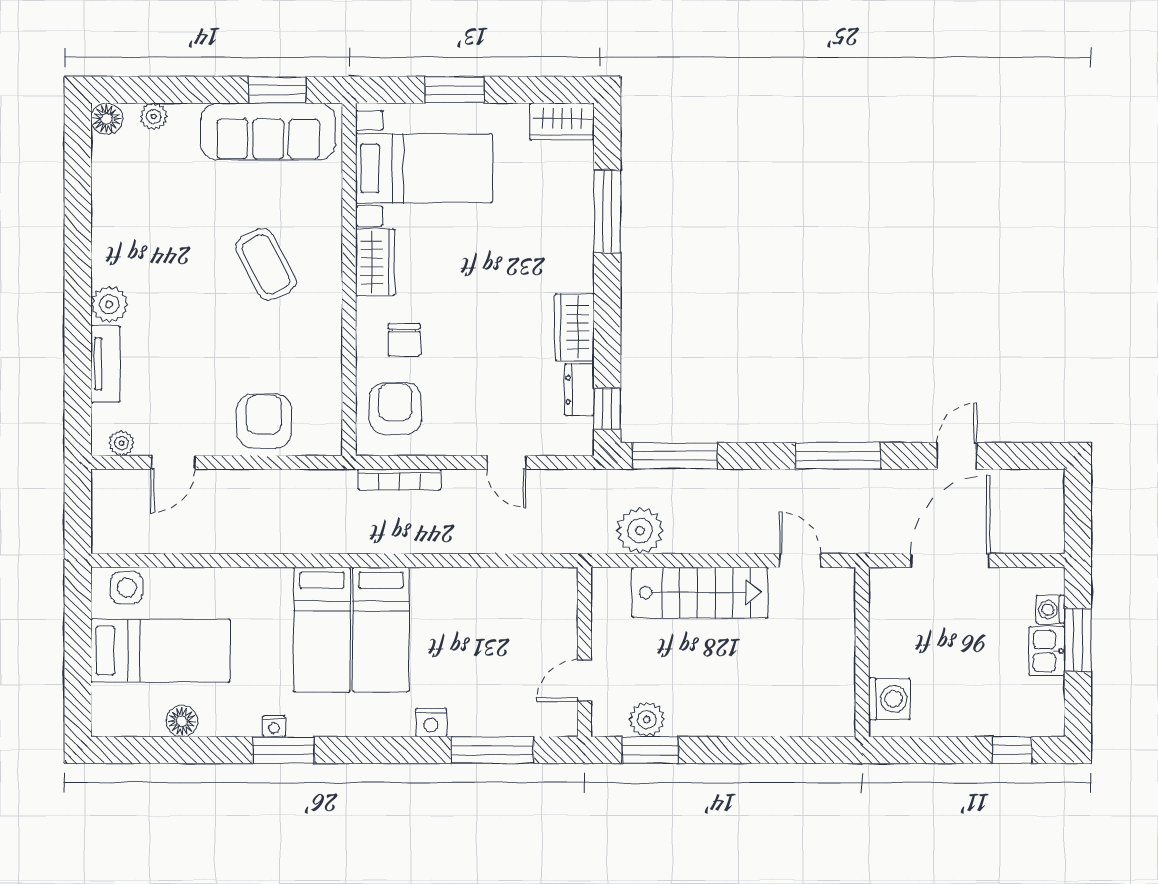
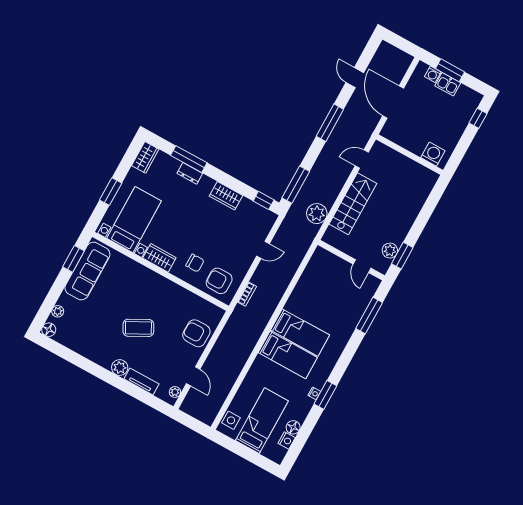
coffee table: (266, 264) -> (138, 328), moved
dresser: (579, 390) -> (190, 173), moved
bookcase: (399, 480) -> (247, 294), width x0.64
nightstand: (431, 723) -> (287, 441), moved

